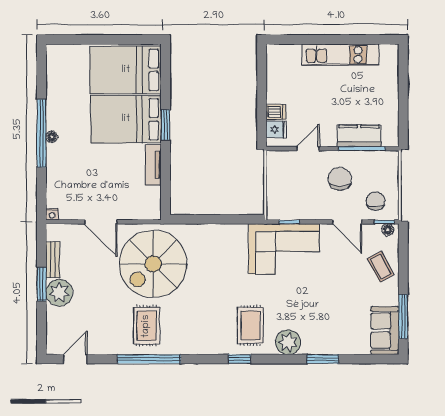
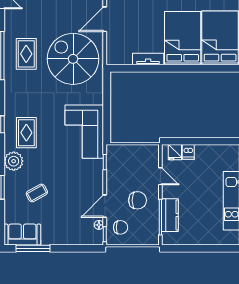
window: (166, 125) -> (178, 68), removed
floor lamp: (388, 230) -> (99, 225), moved
corner sofa: (284, 249) -> (84, 132), moved
coffee table: (381, 267) -> (37, 193), moved
rug: (250, 325) -> (26, 133), turned 90
rug: (146, 326) -> (26, 54), turned 90

